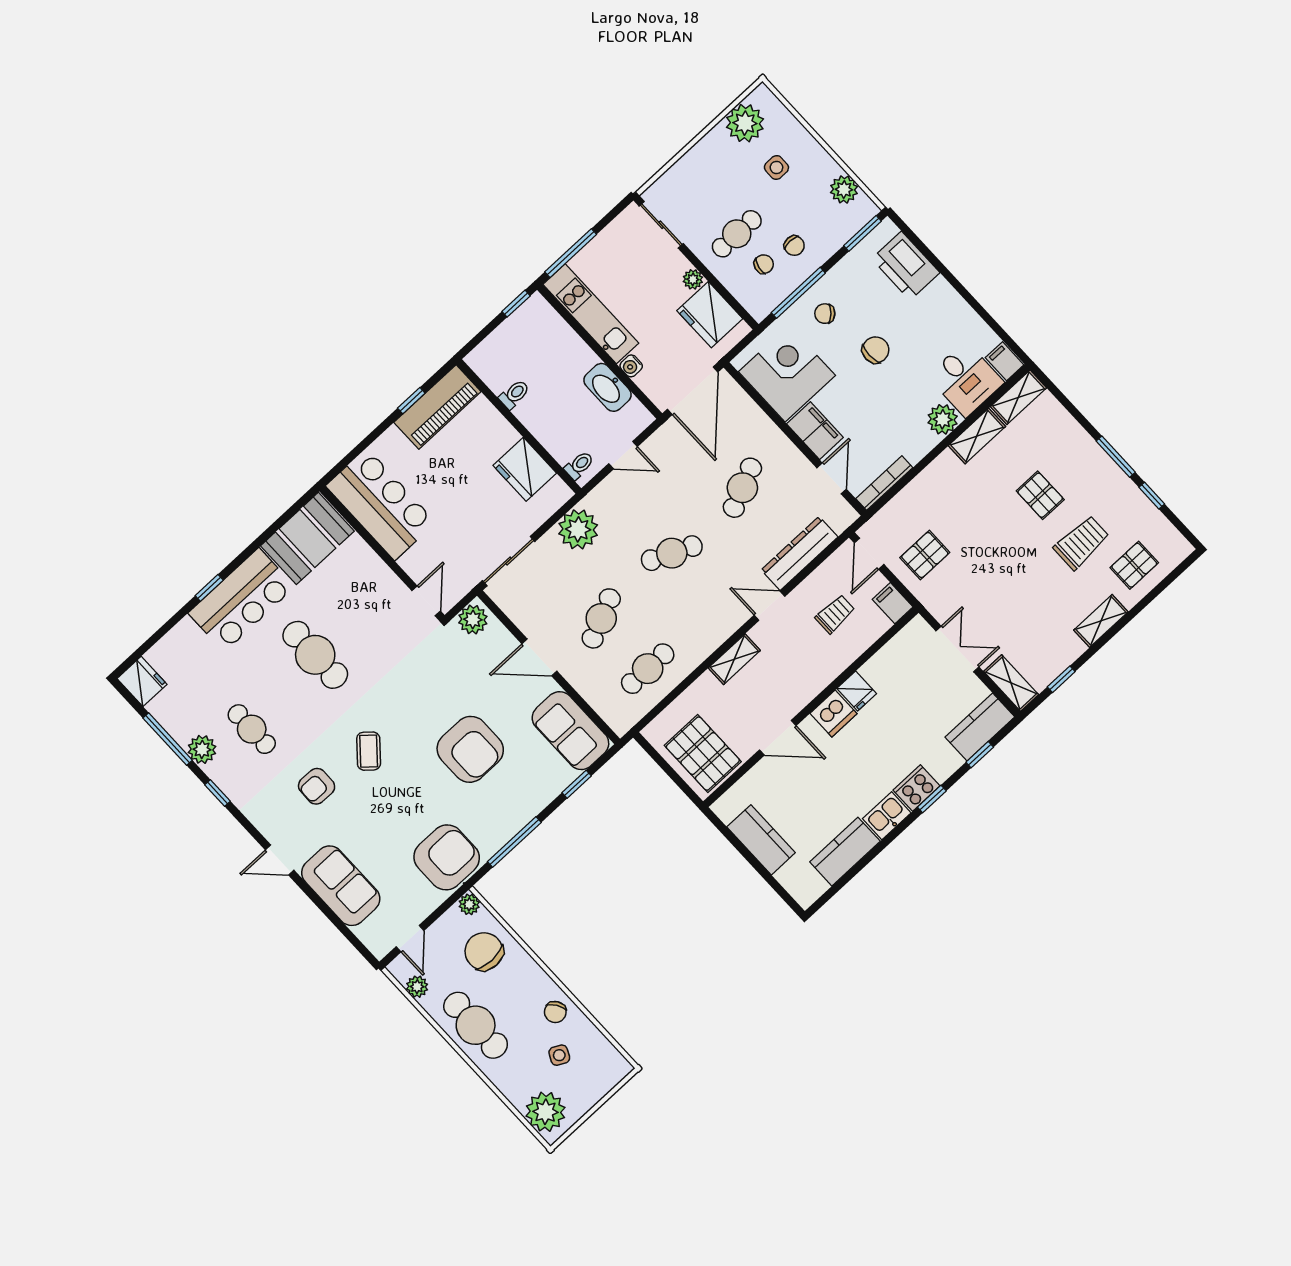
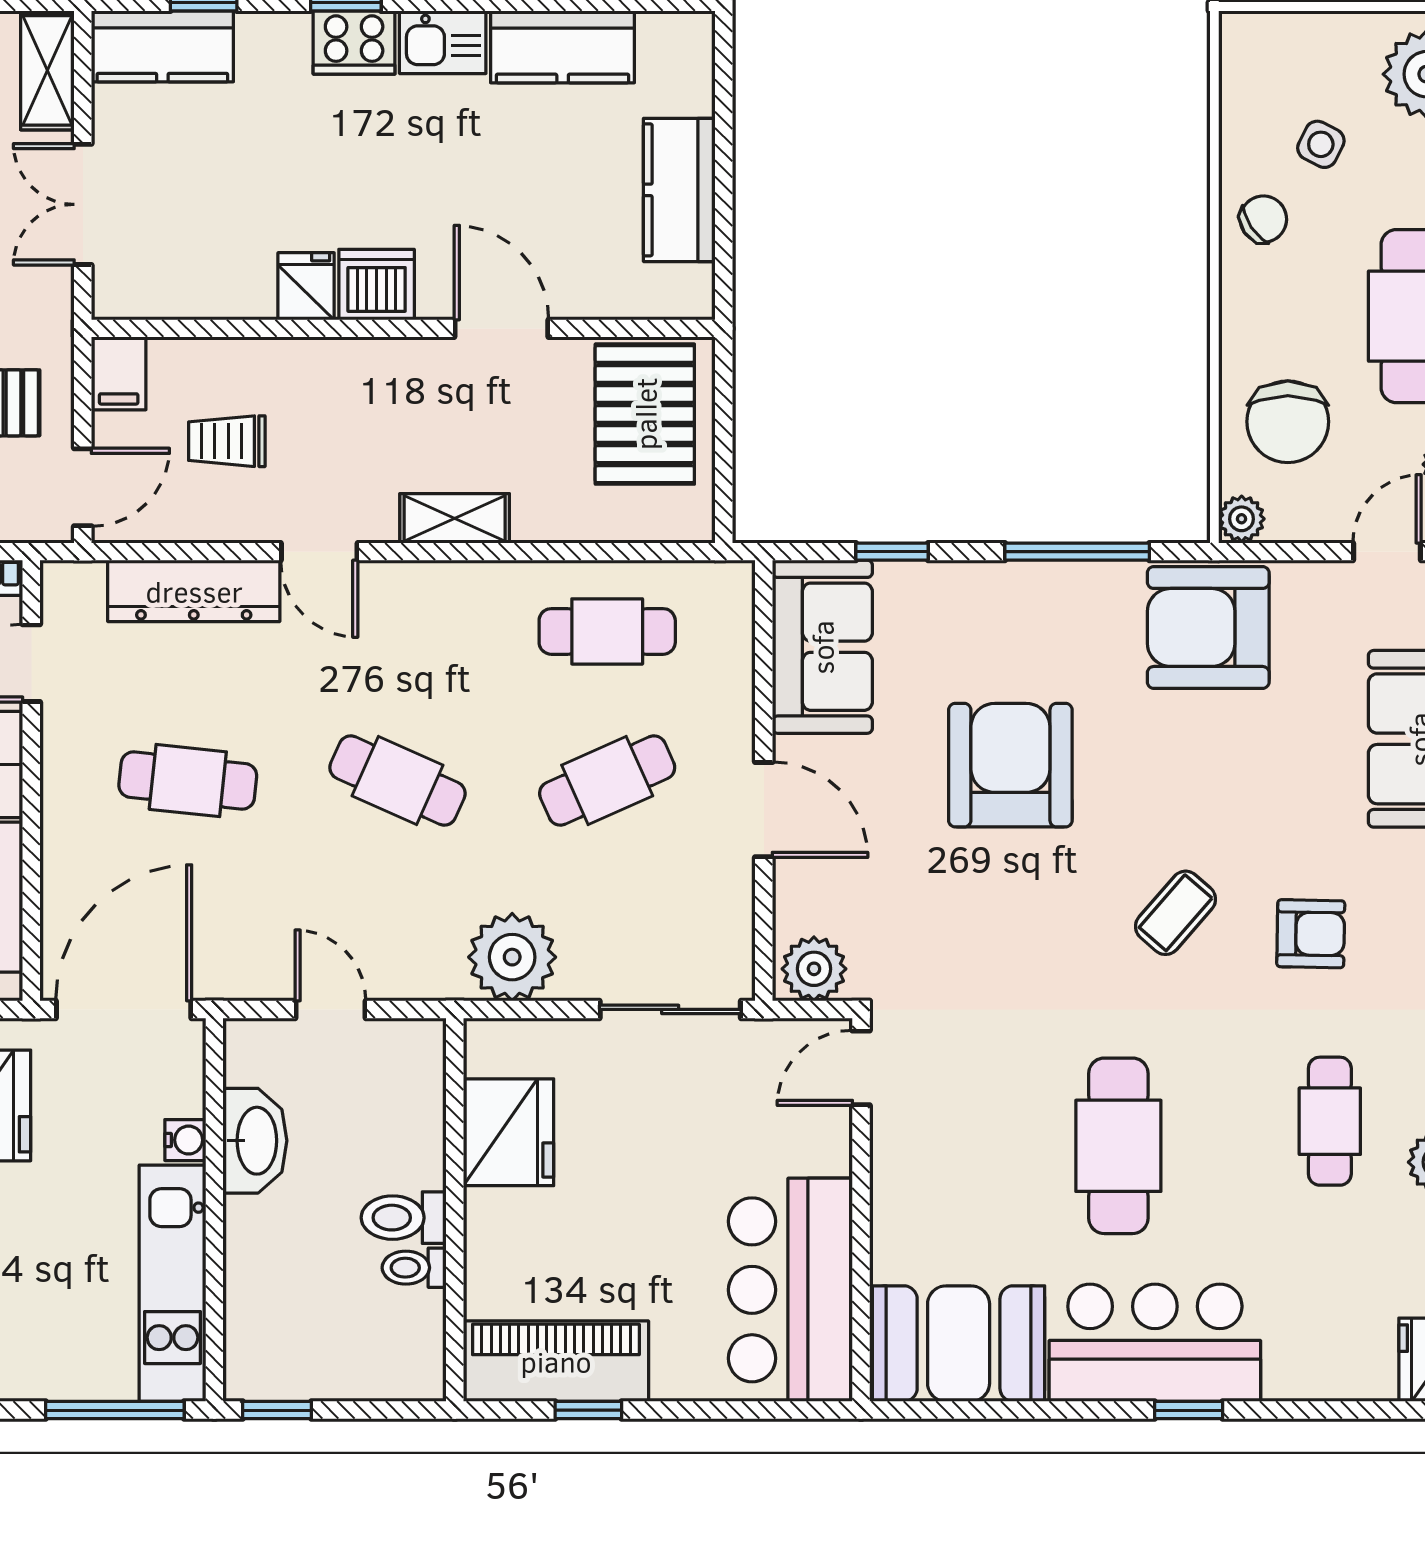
toilet: (579, 465) -> (404, 1218), moved, width x1.37, depth x1.39
cafe table: (742, 488) -> (188, 781), turned 30

